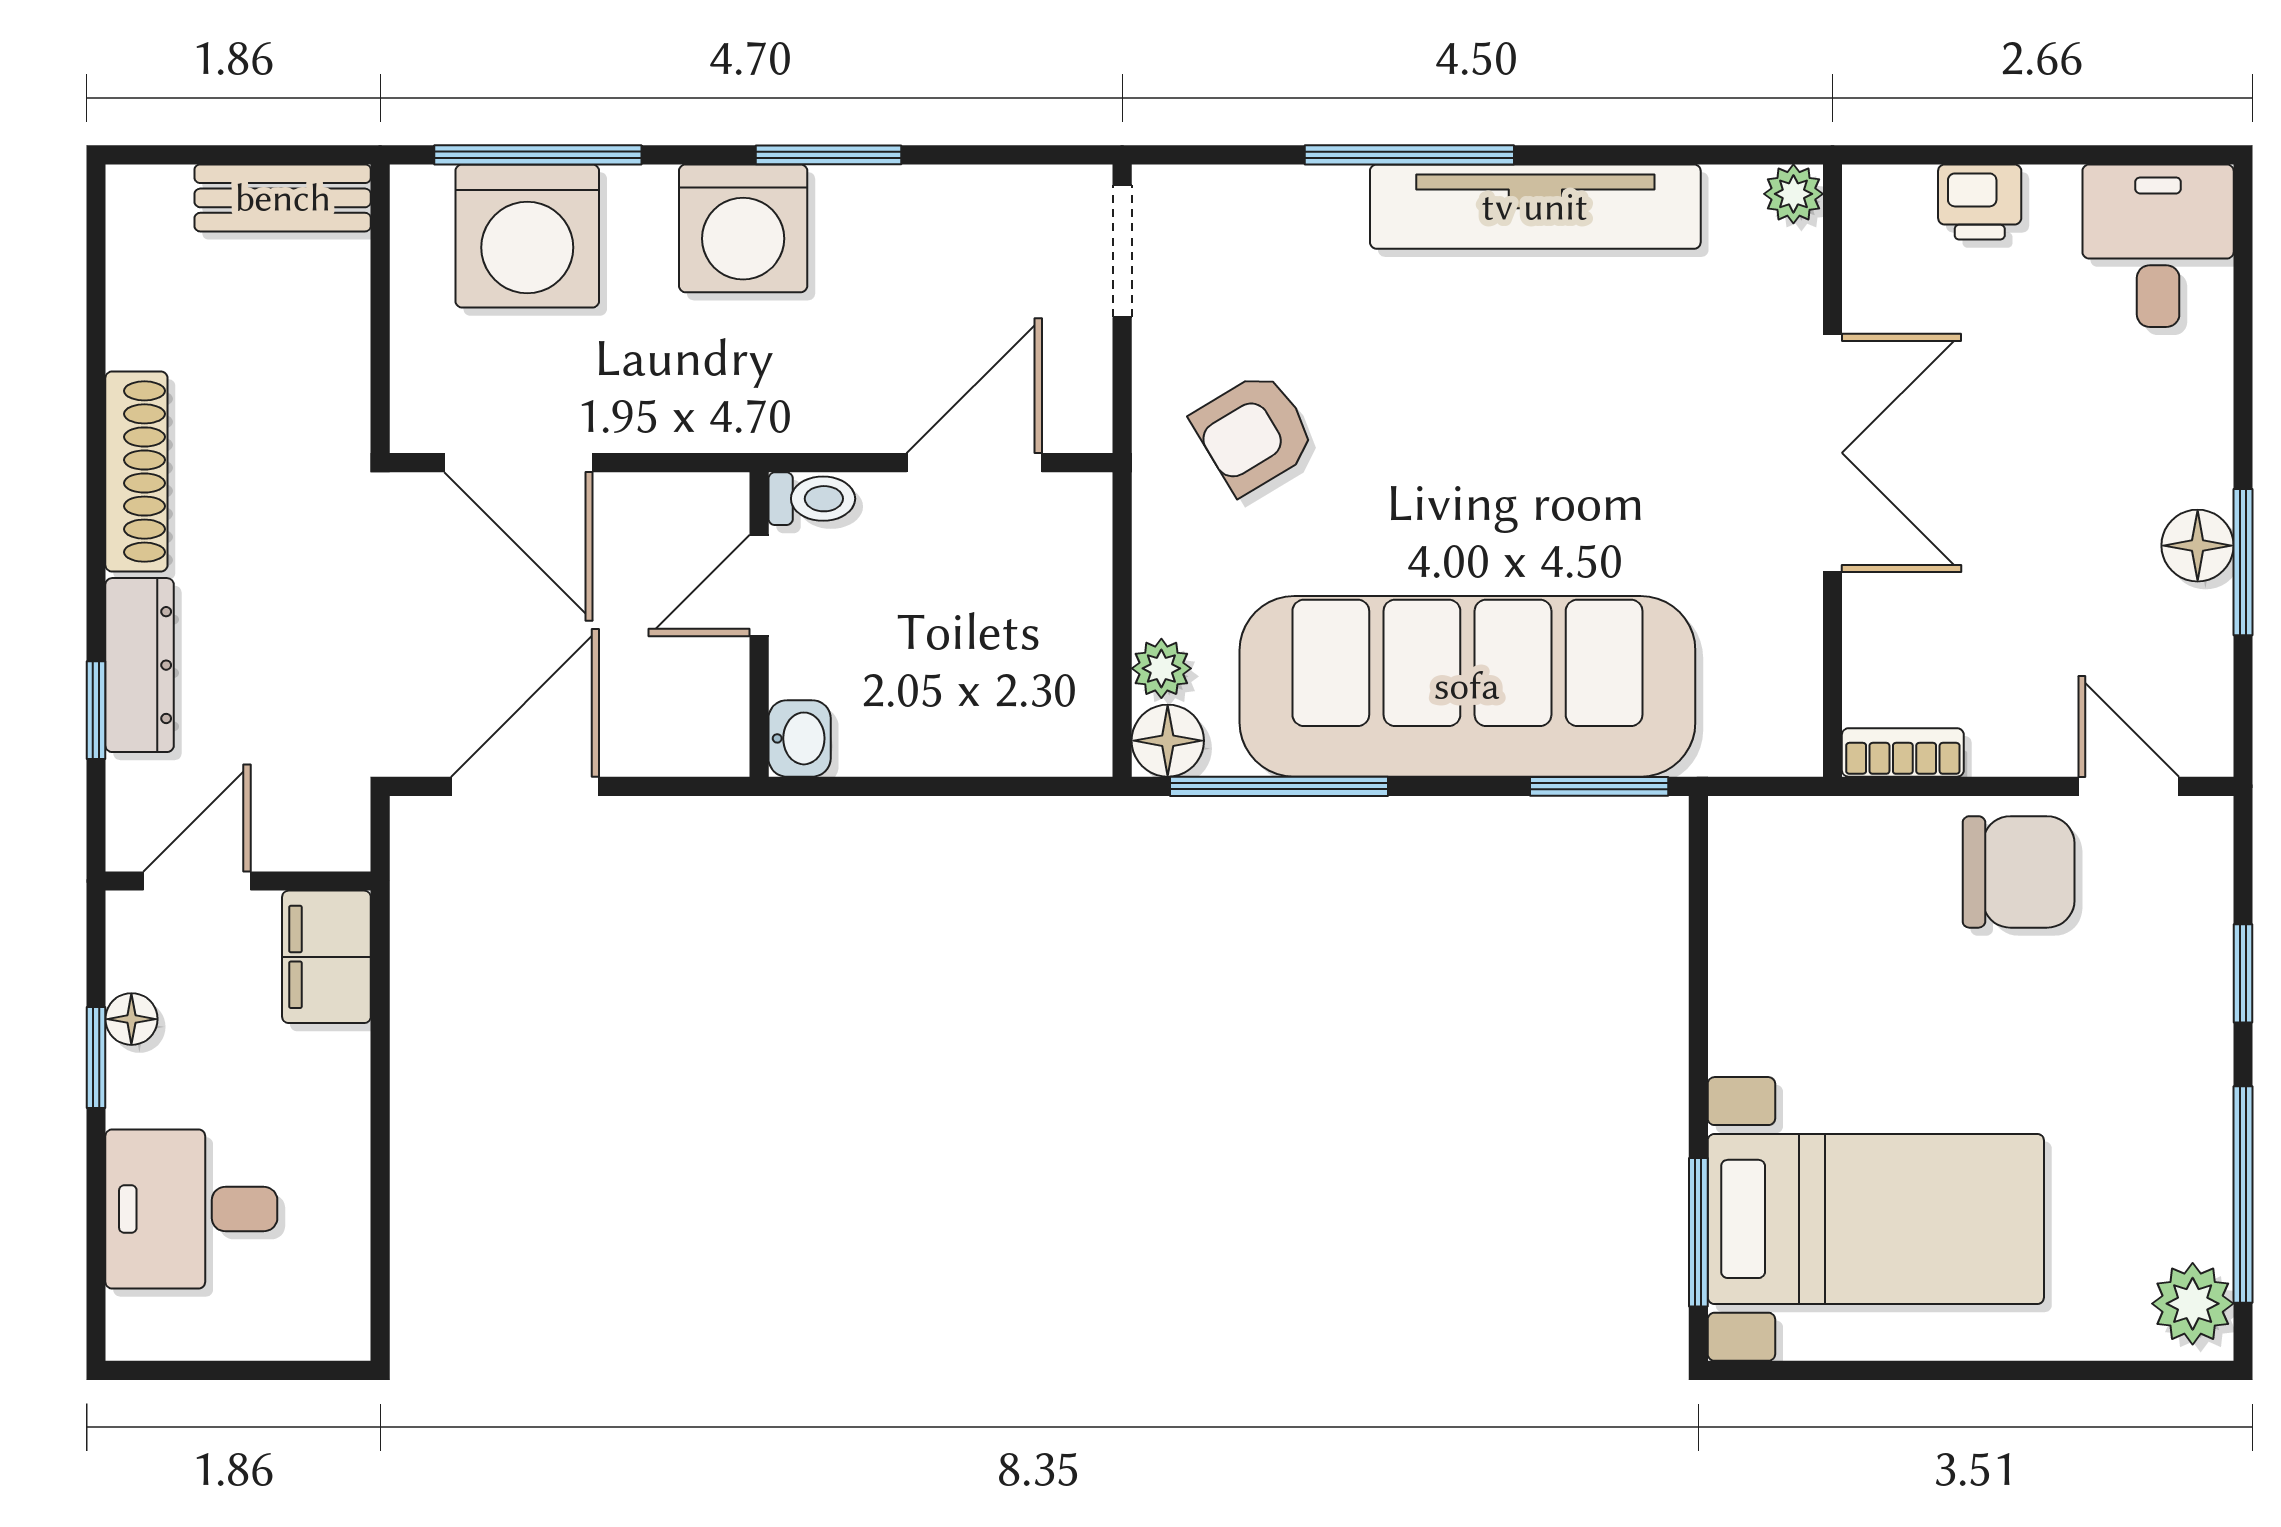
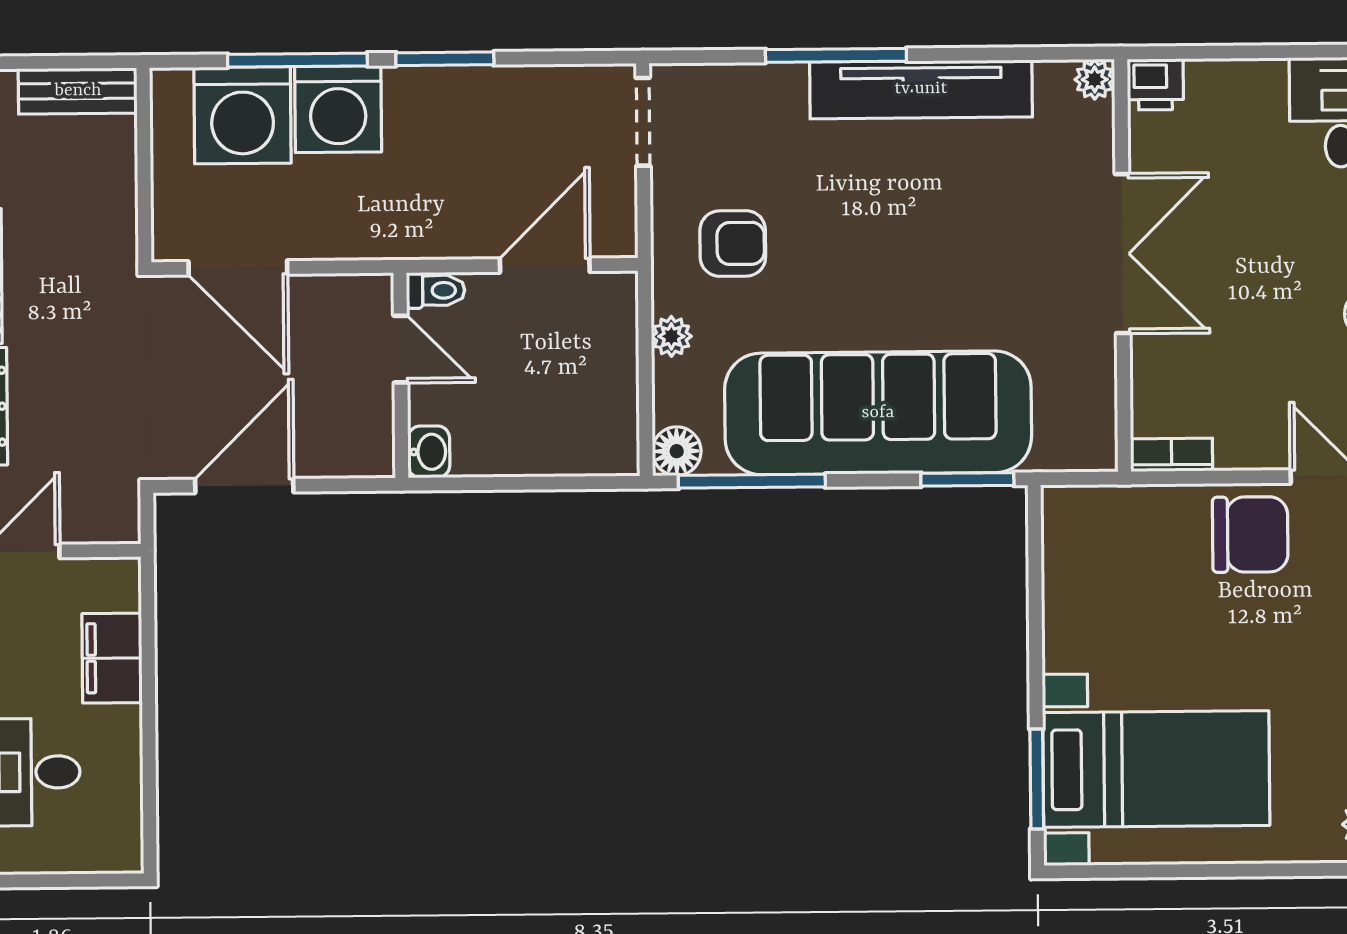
window: (538, 155) -> (297, 60), moved
printer: (1980, 202) -> (1155, 84), moved
washing machine: (743, 228) -> (338, 109), moved
armchair: (1254, 433) -> (733, 243), turned -149
door: (759, 585) -> (401, 349), swing flipped
plant: (1161, 668) -> (671, 336), moved
filing cabinet: (326, 957) -> (112, 658), moved

